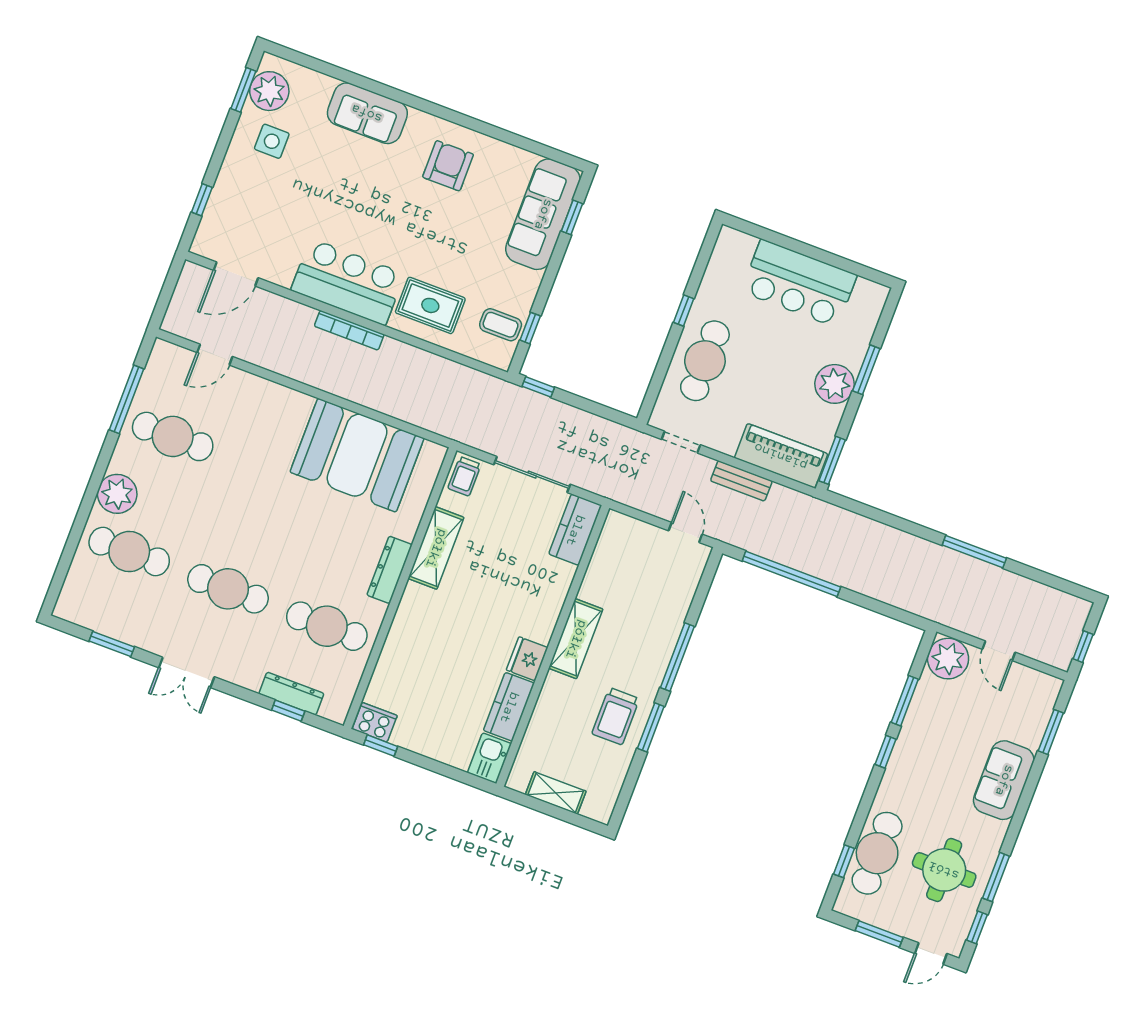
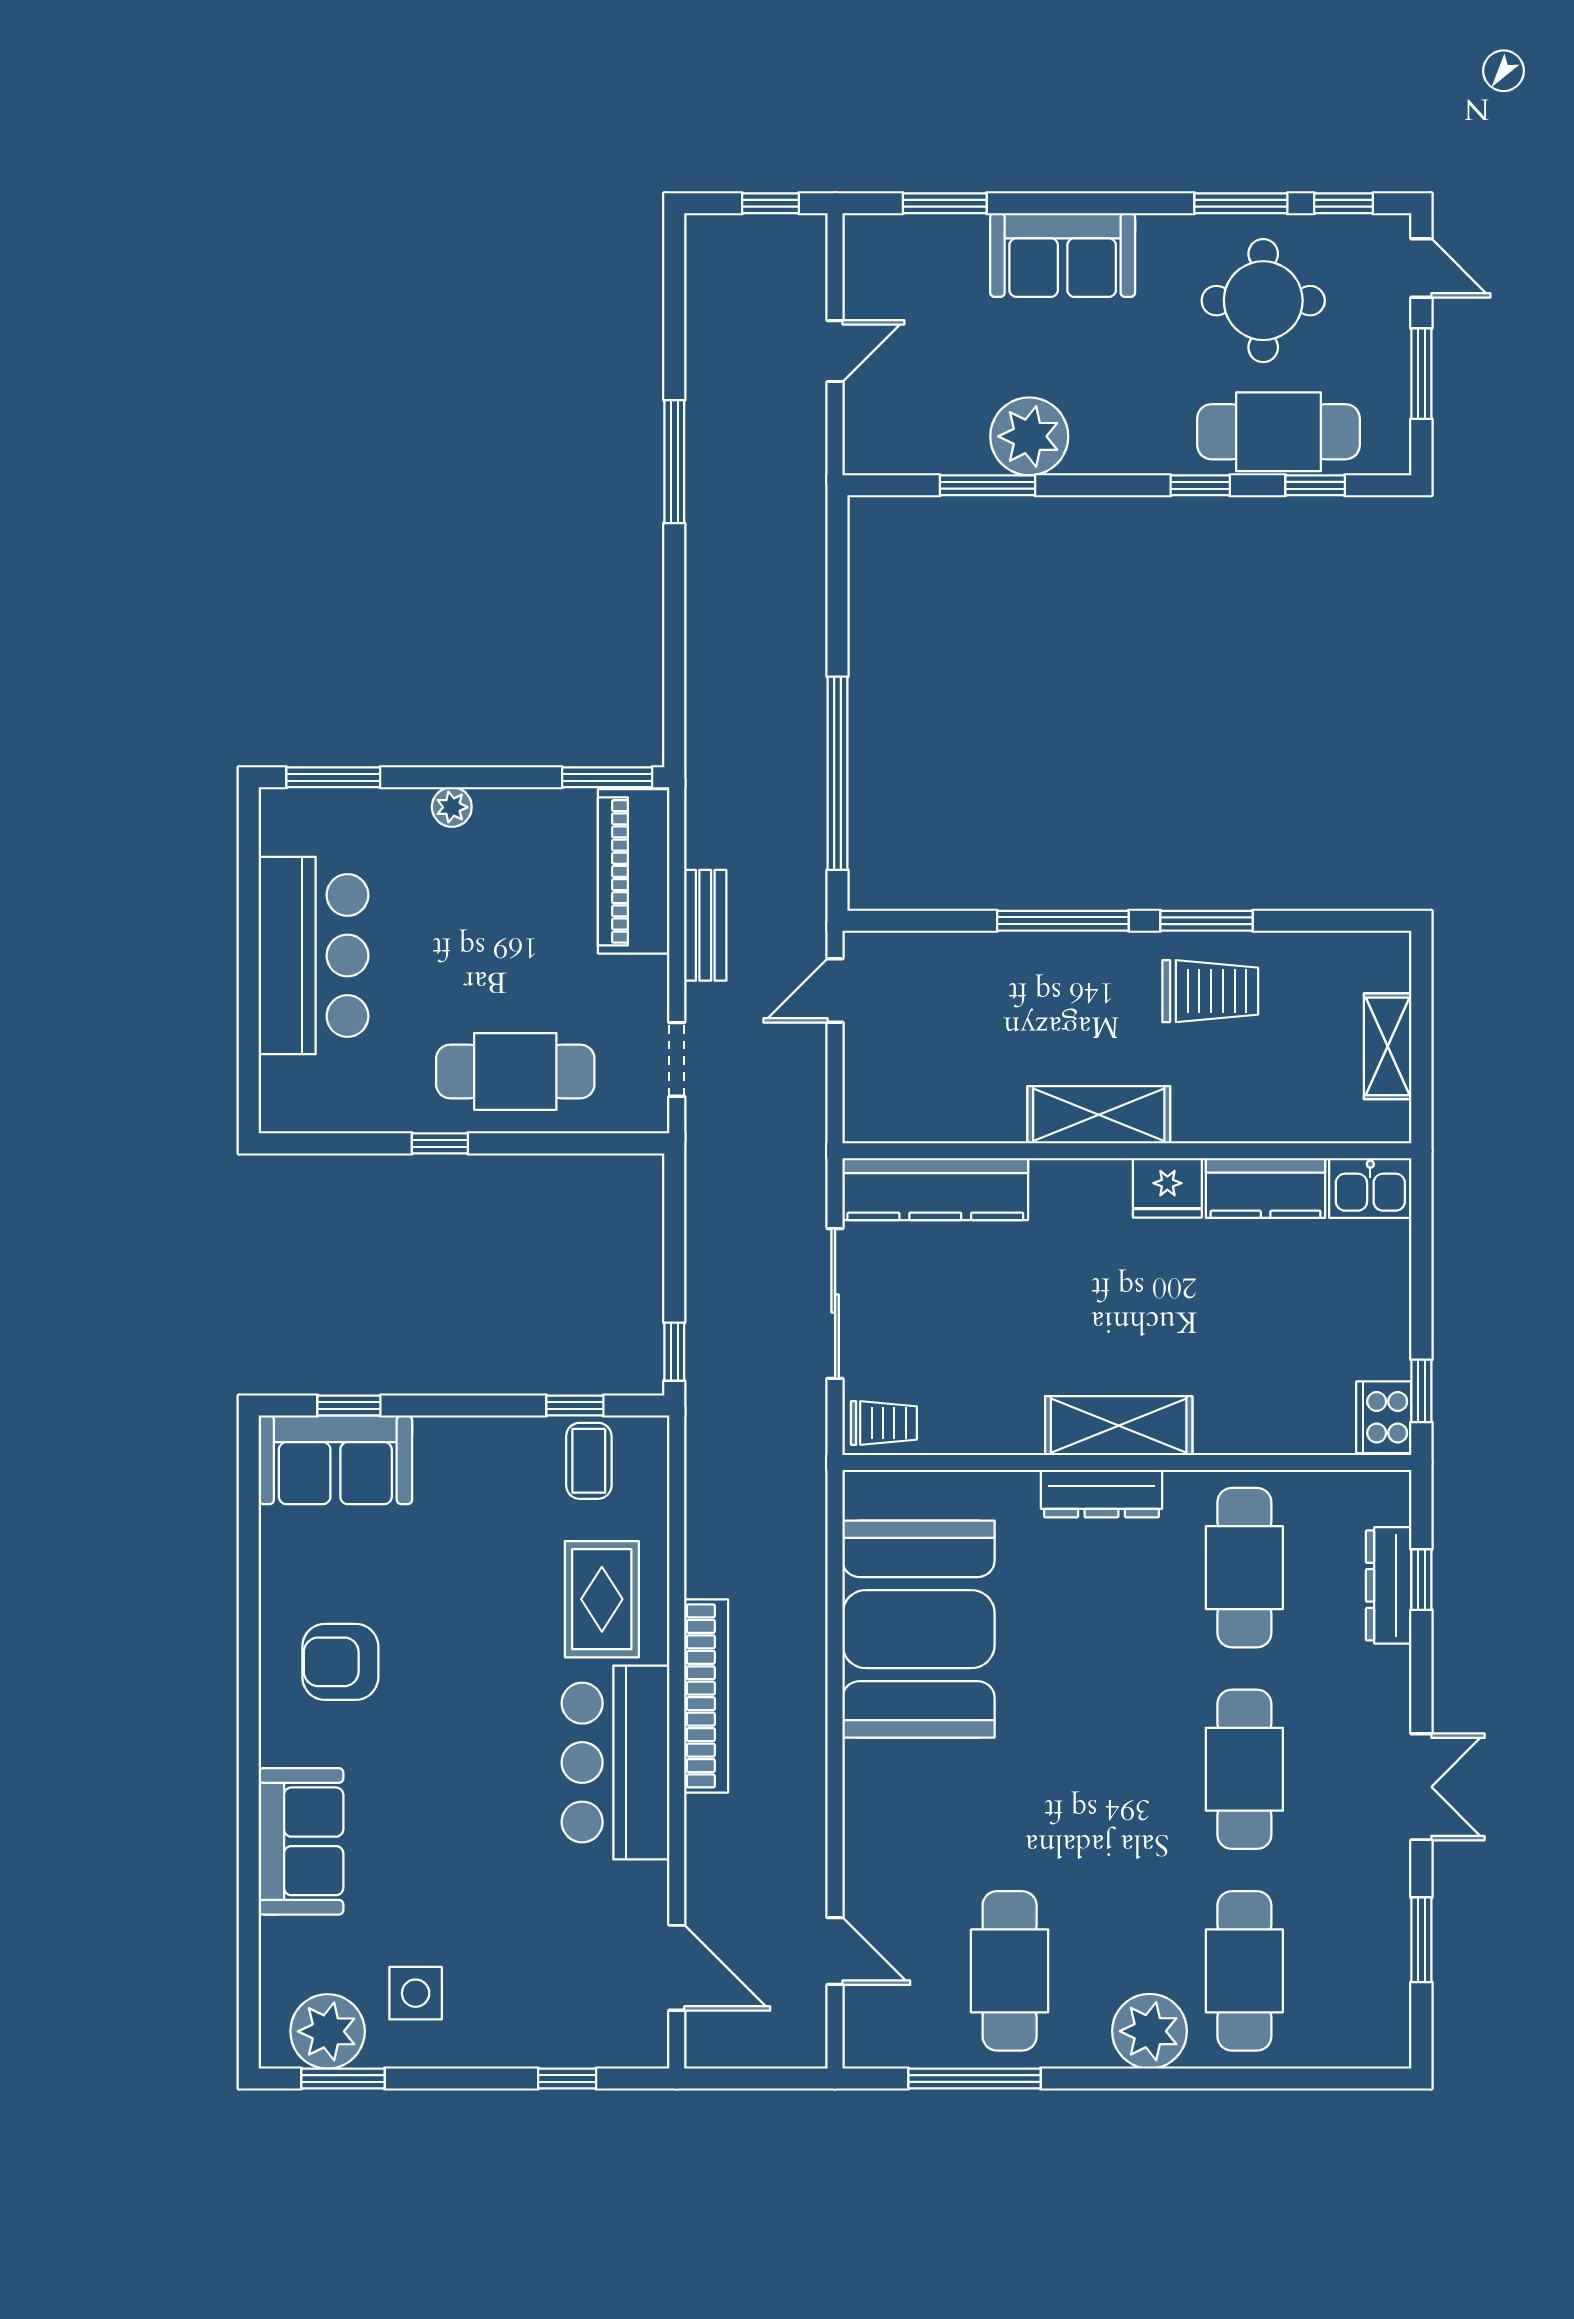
sofa: (543, 214) -> (335, 1460), width x0.73
bookcase: (349, 330) -> (706, 1696), width x1.48, depth x1.31
window: (866, 370) -> (333, 777), moved
plant: (835, 384) -> (452, 807), width x0.53, depth x0.53
kitchen counter: (575, 530) -> (935, 1189), width x1.50
shelving: (436, 548) -> (1119, 1426), moved
plant: (948, 659) -> (1029, 436), moved
window: (885, 752) -> (1200, 485), moved

